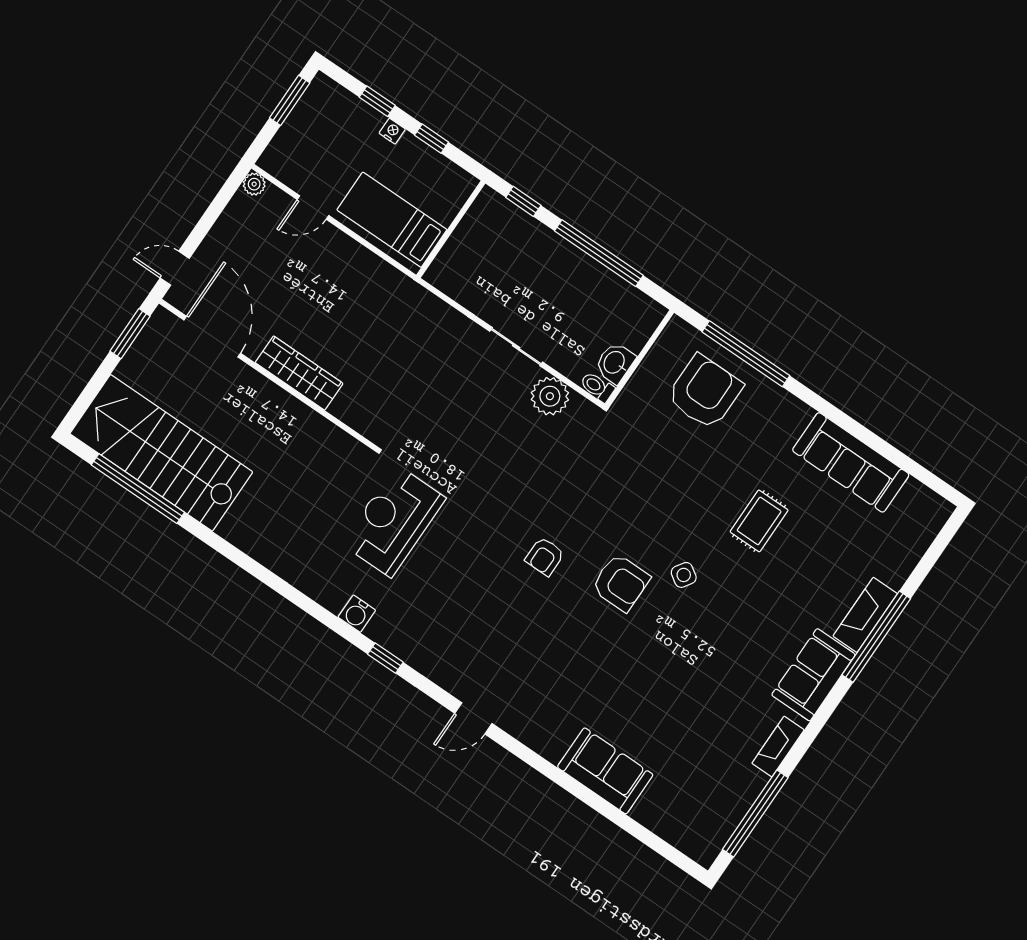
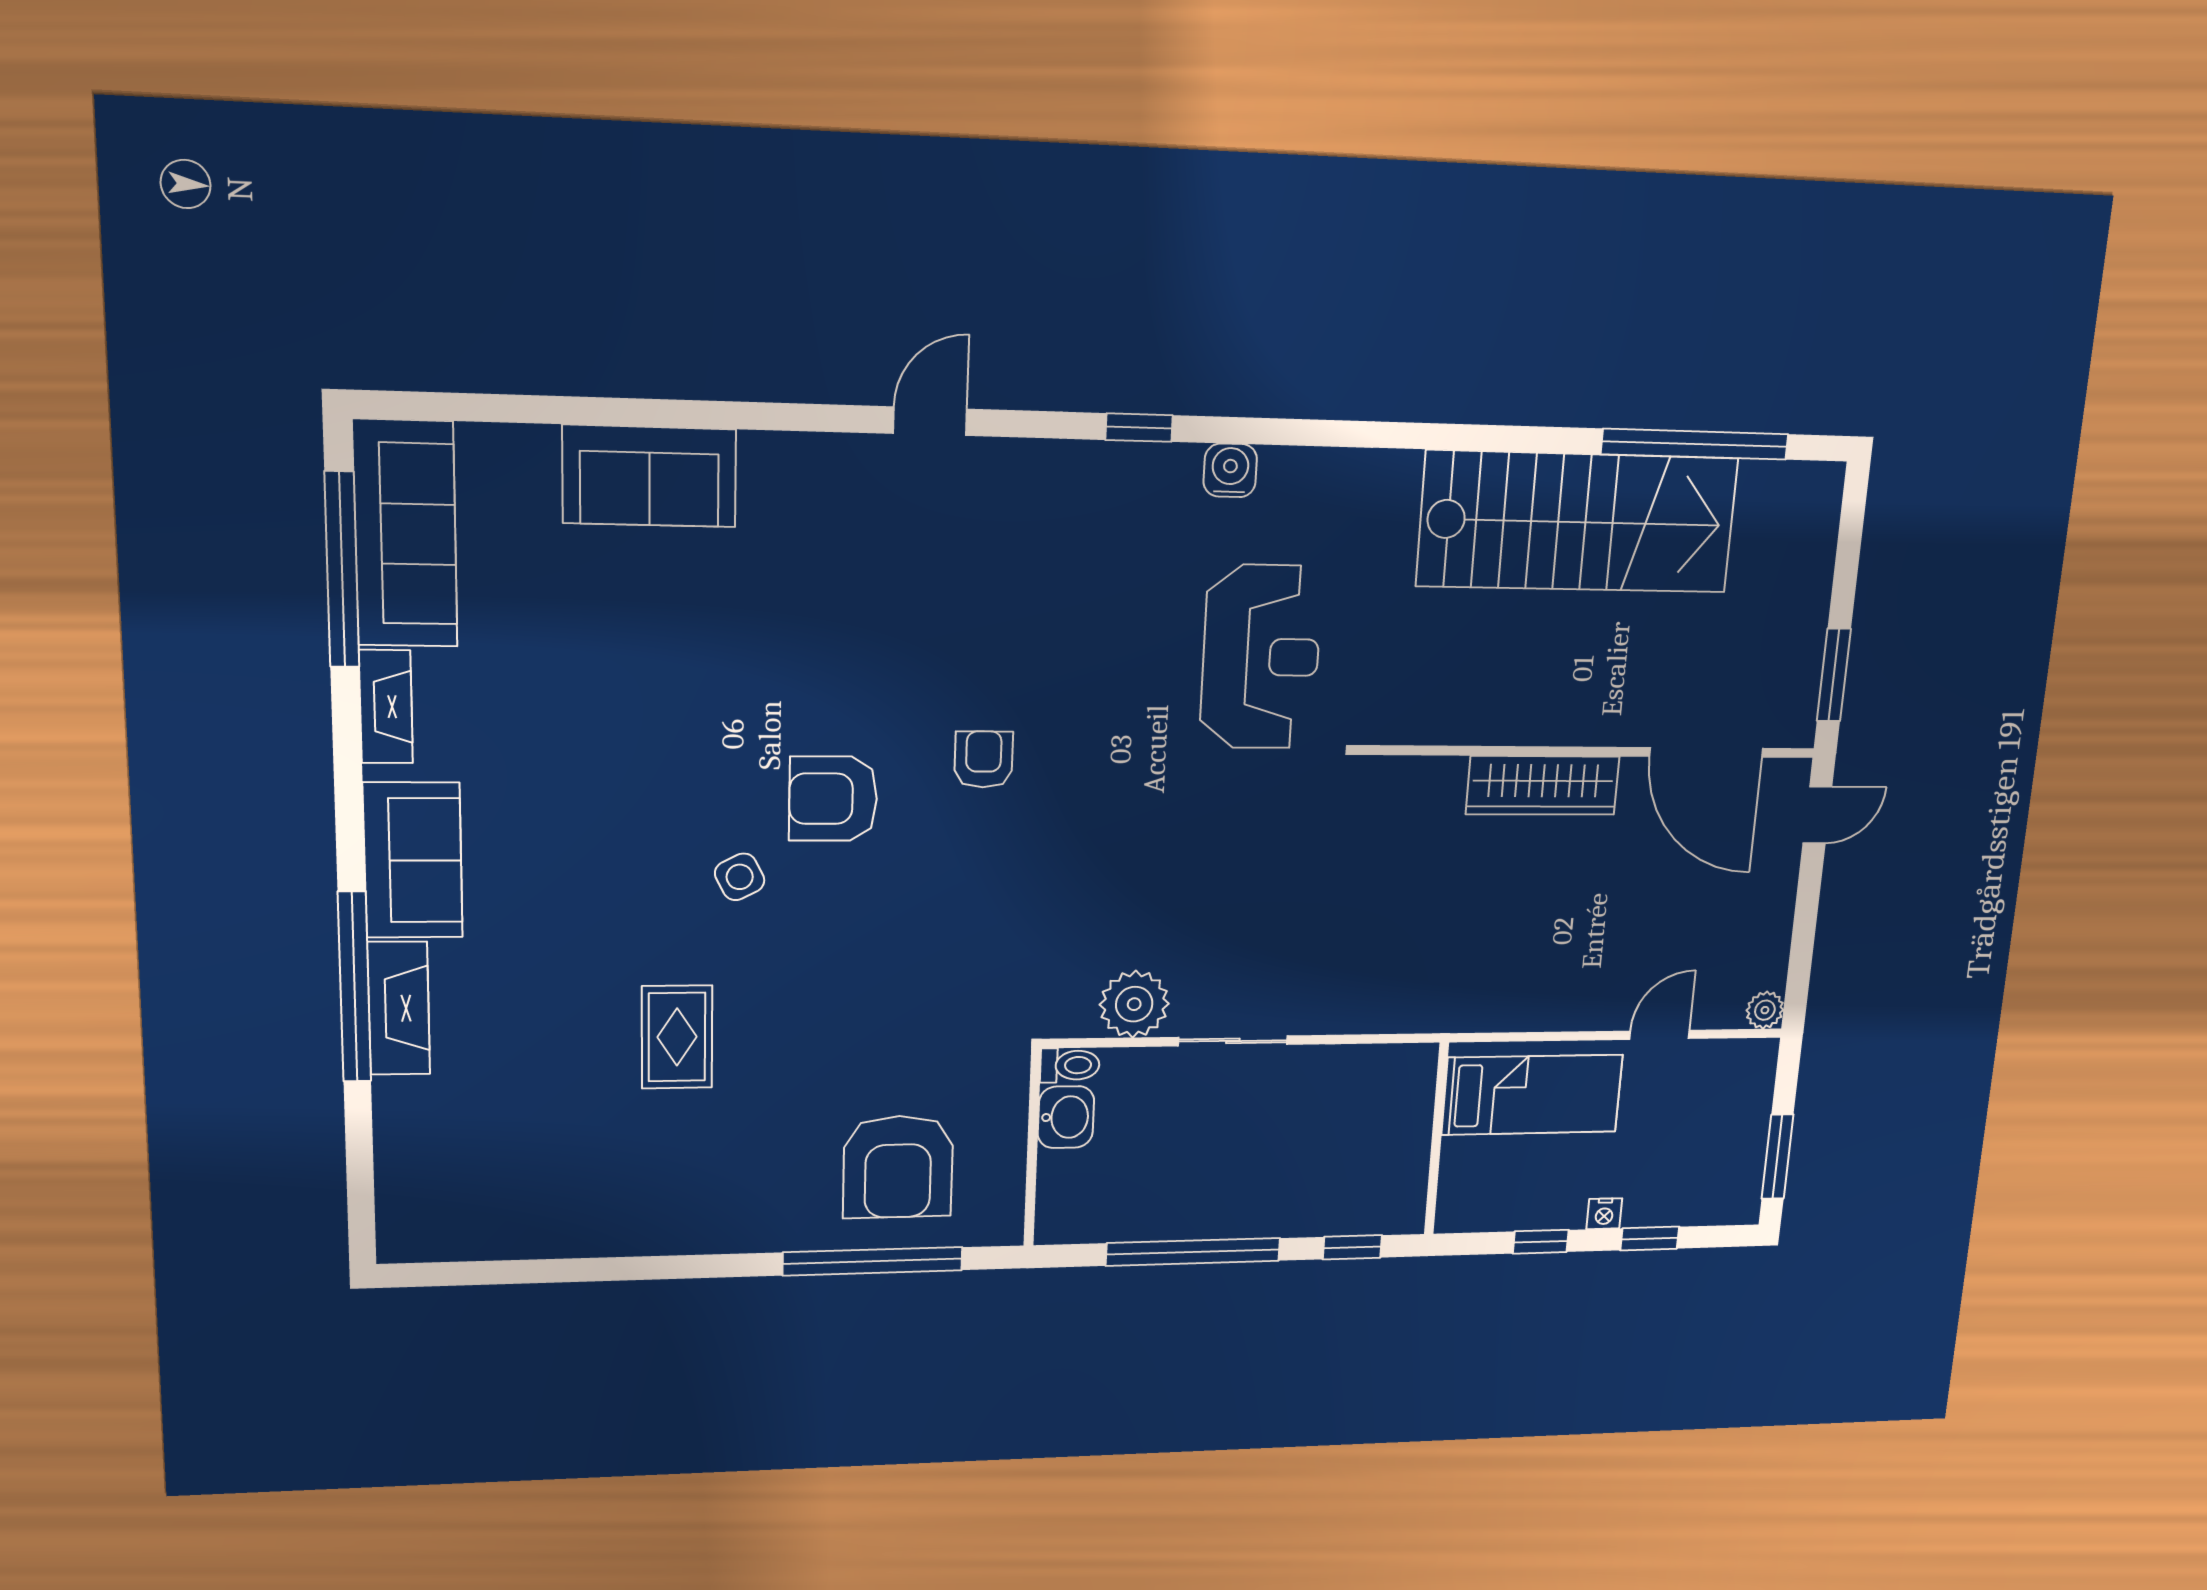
stairs: (161, 453) -> (1578, 522), moved
sofa: (851, 462) -> (405, 534), moved, turned 90
side table: (684, 575) -> (740, 877), turned 30

